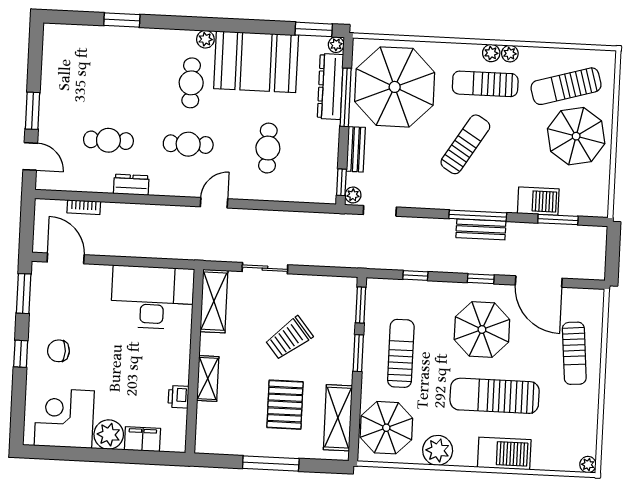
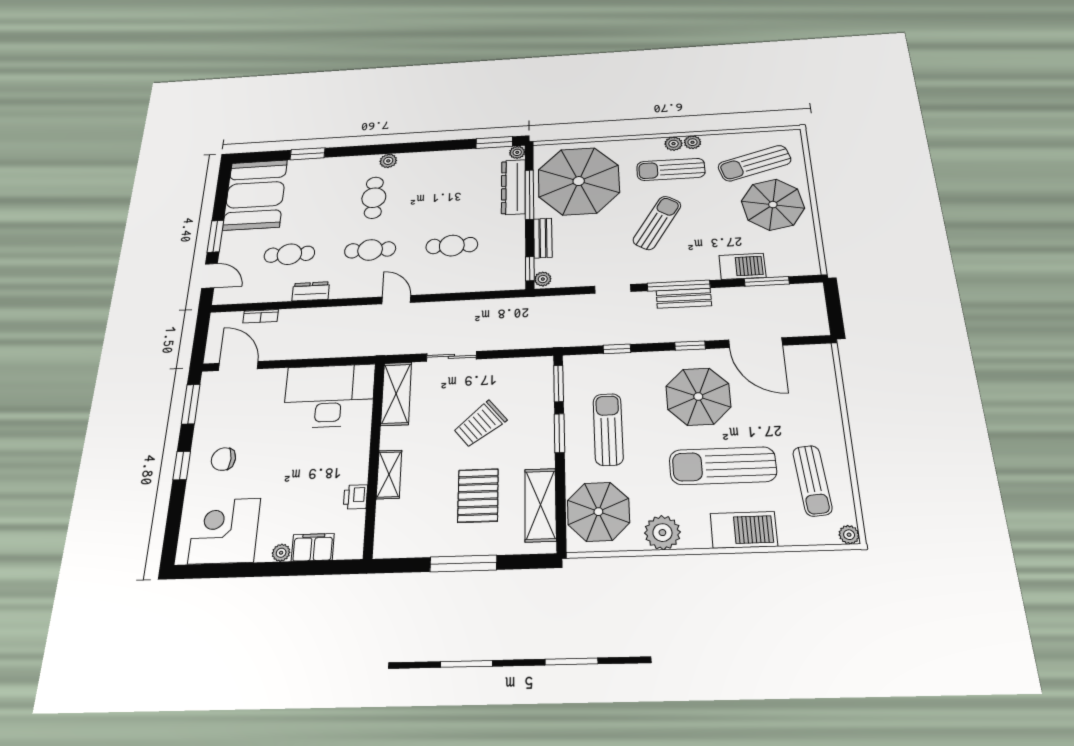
booth: (256, 62) -> (255, 195), moved, turned 90
cafe table: (268, 148) -> (452, 246), turned 90
door: (214, 203) -> (396, 300), hinge flipped
doorway: (380, 211) -> (613, 289), moved
sun lounger: (574, 353) -> (812, 481), moved
plant: (109, 435) -> (281, 553), width x0.53, depth x0.53

